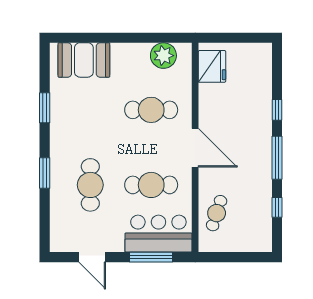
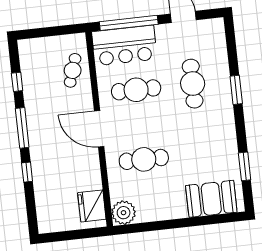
plant: (163, 56) -> (124, 213), moved
window: (45, 108) -> (245, 166), moved
window: (151, 257) -> (129, 23), width x1.46

